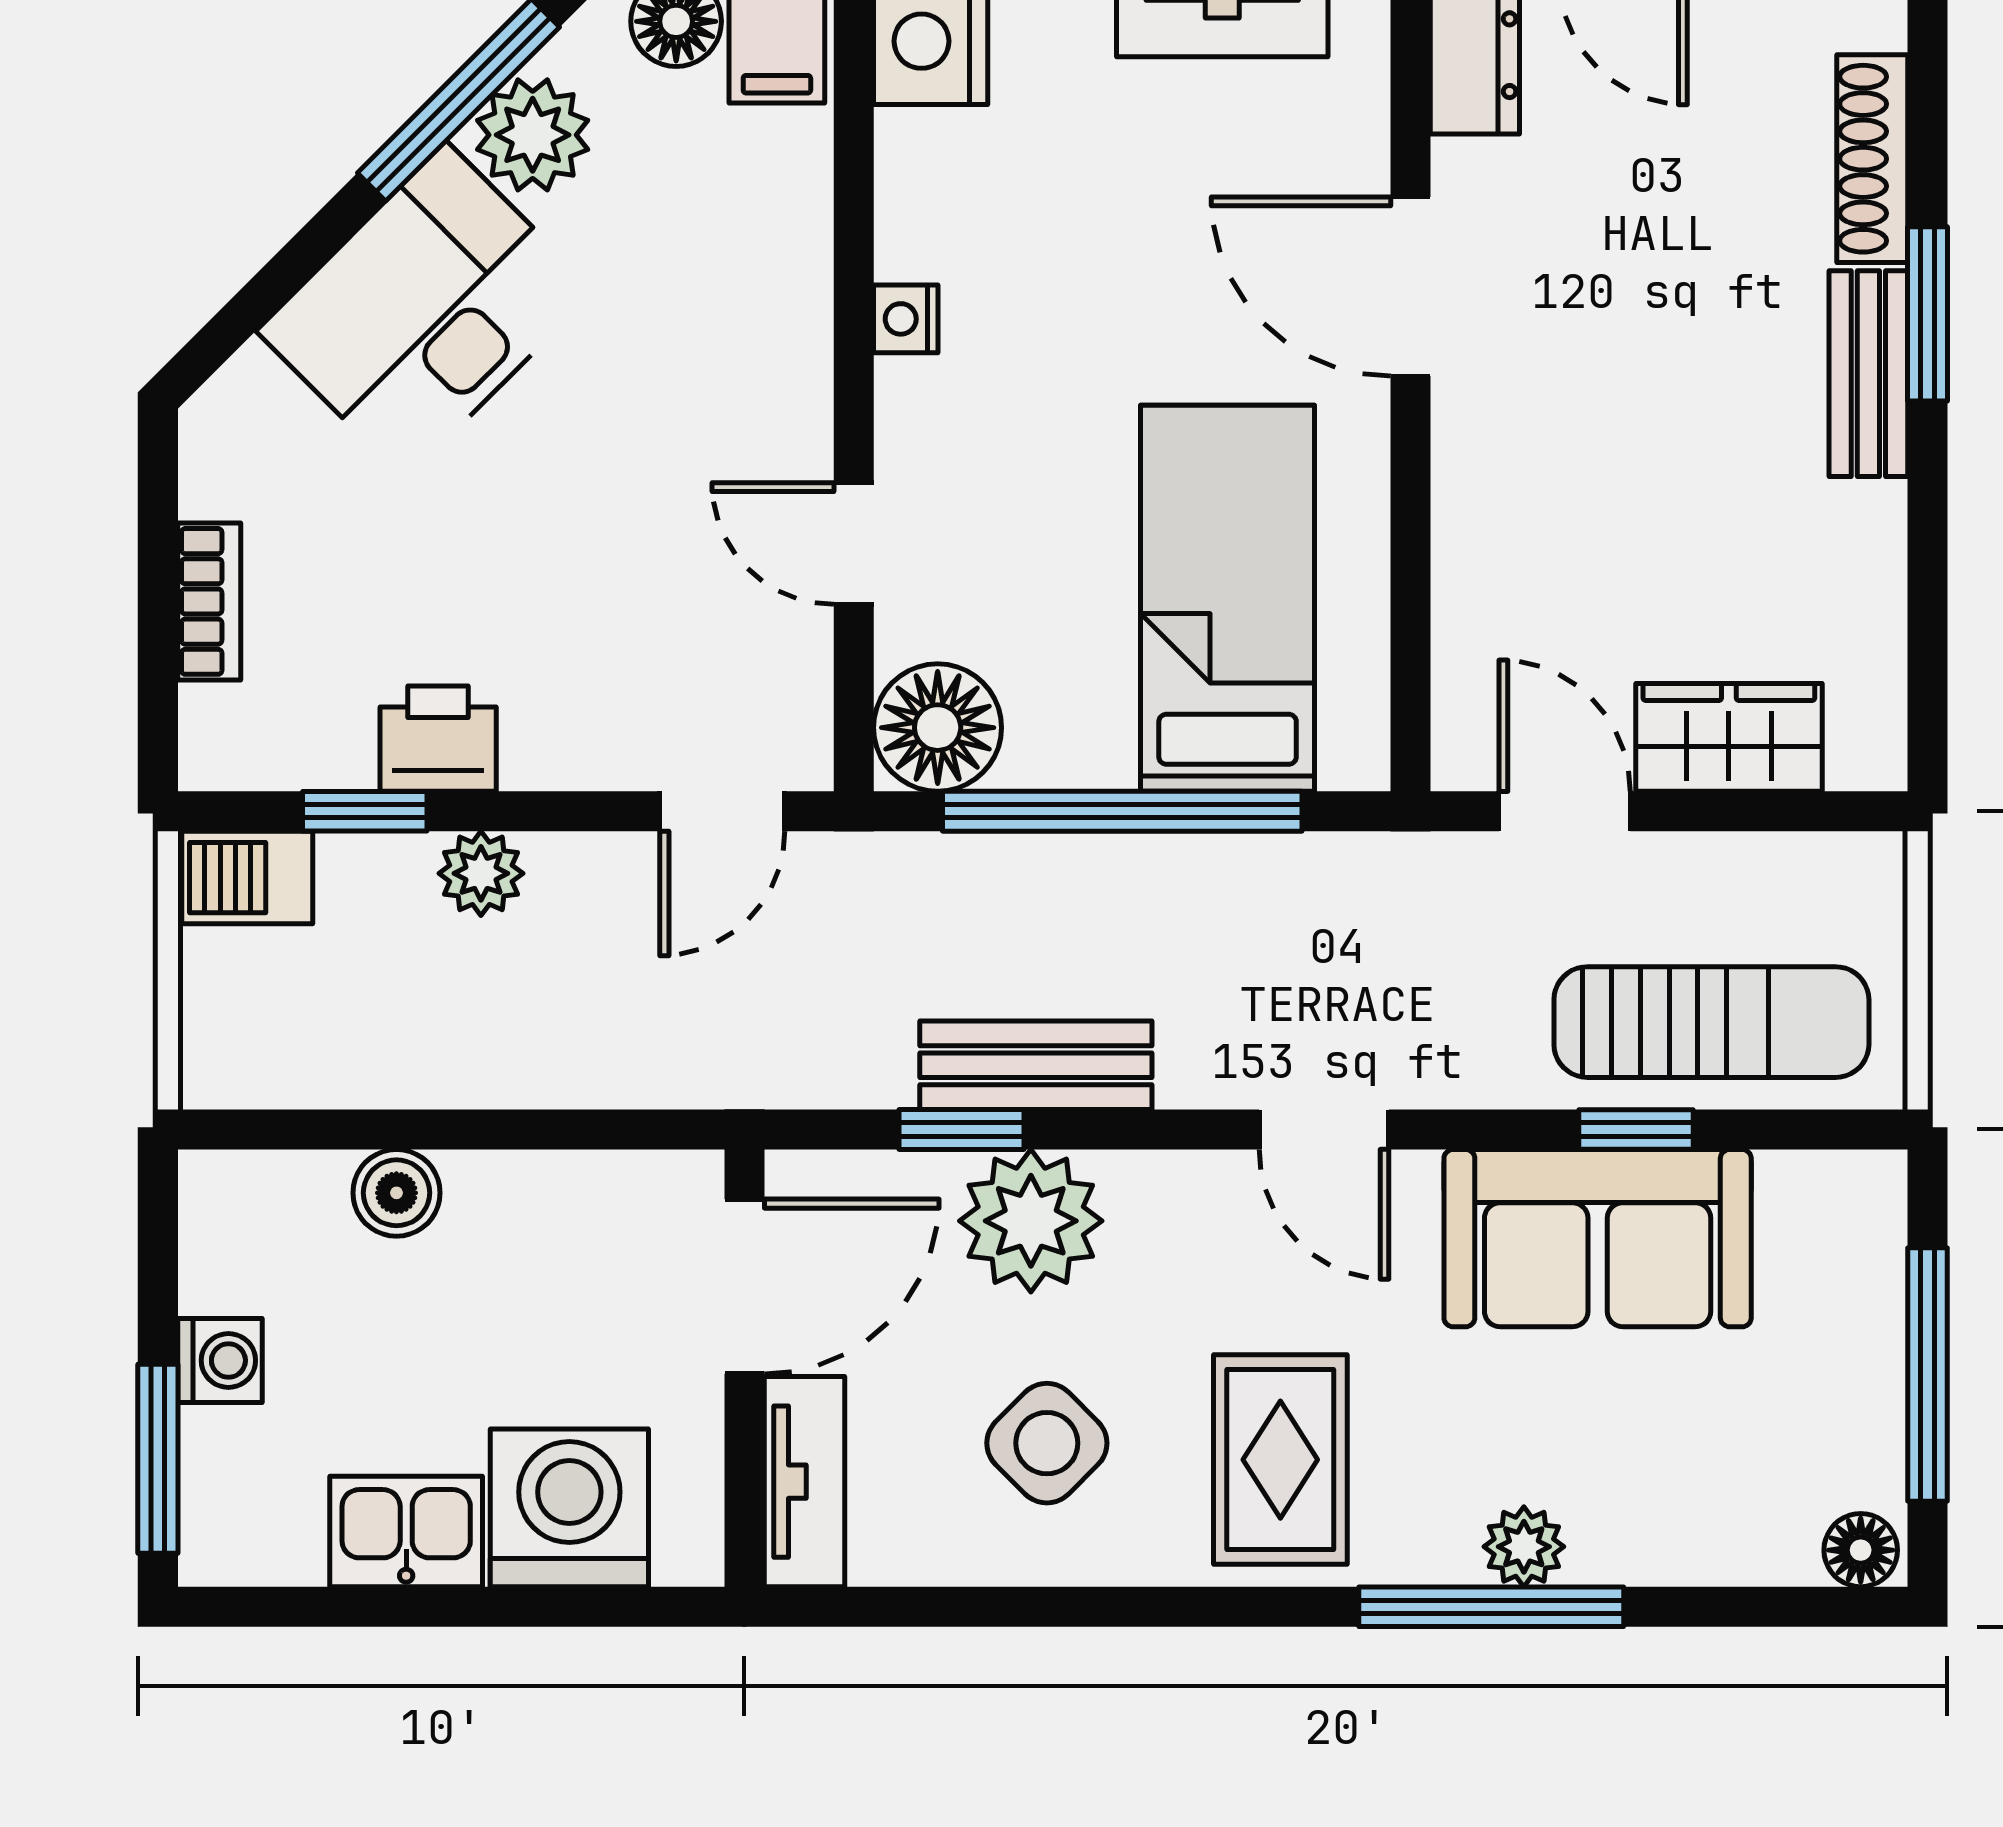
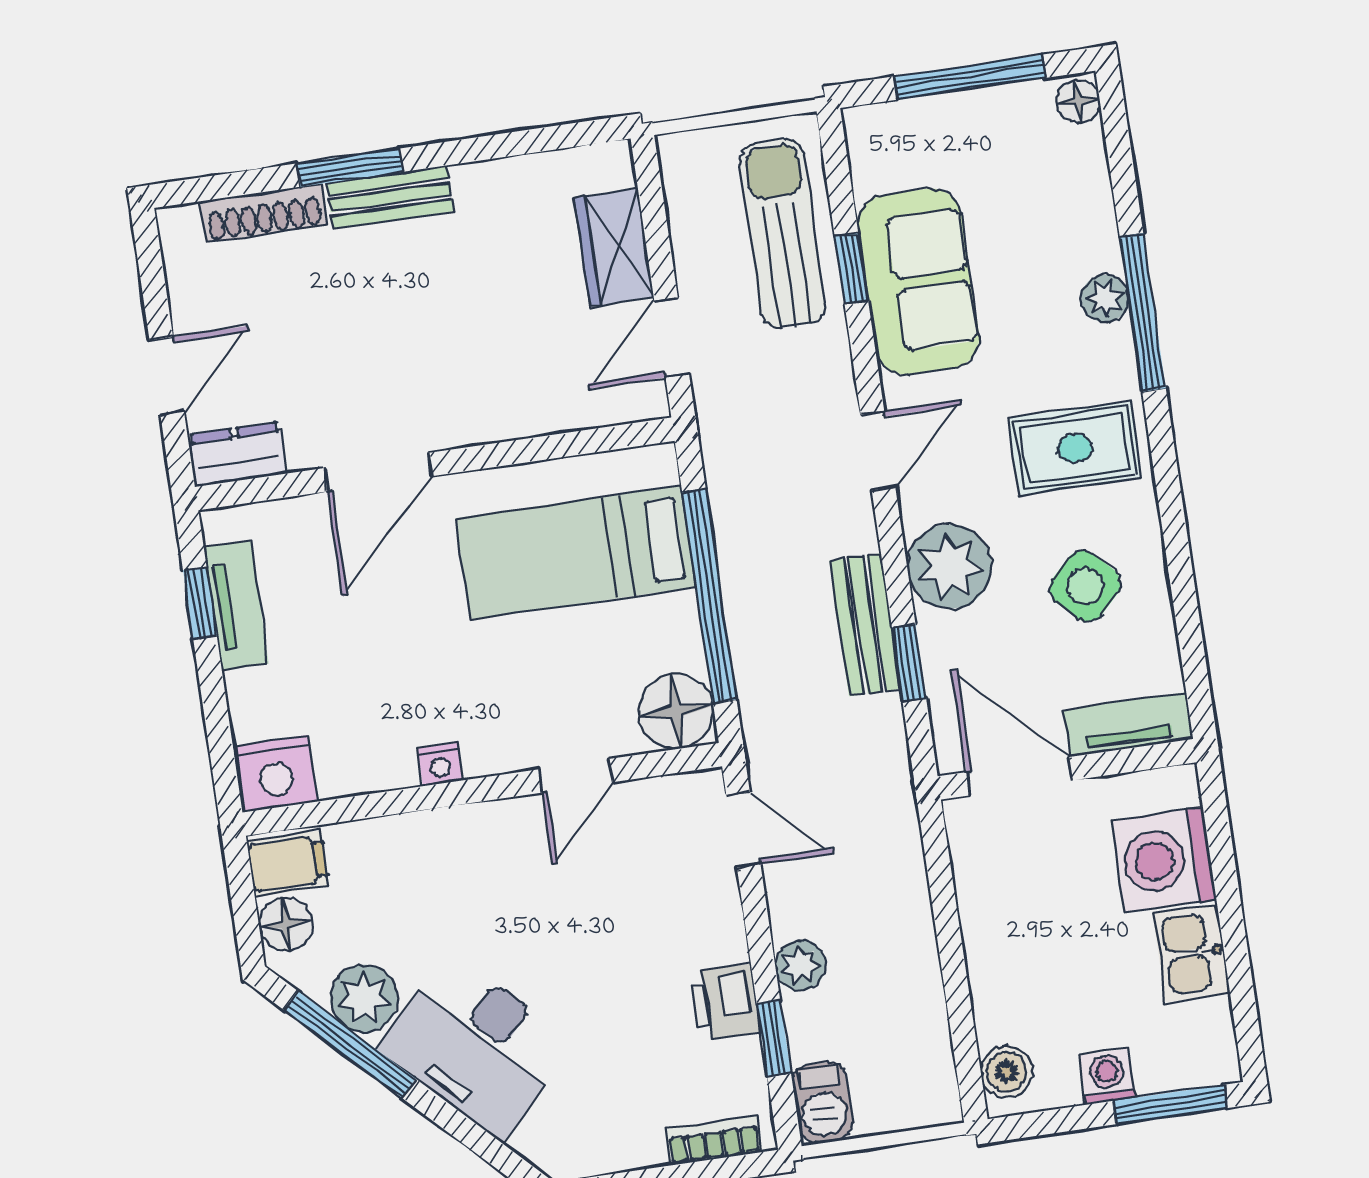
bookcase: (209, 601) -> (714, 1140), moved
boiler: (396, 1193) -> (1006, 1072), moved
plant: (1031, 1221) -> (949, 566), moved

